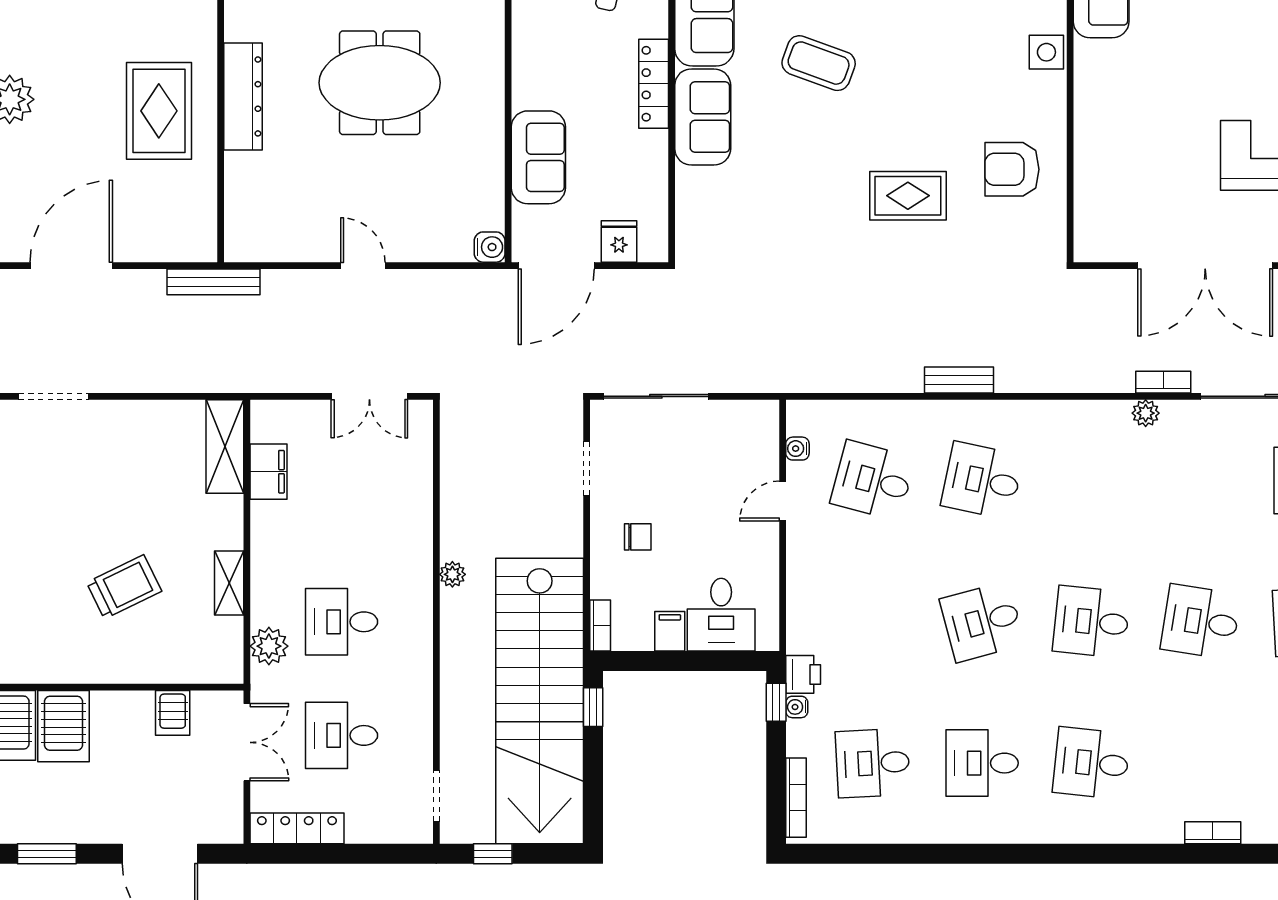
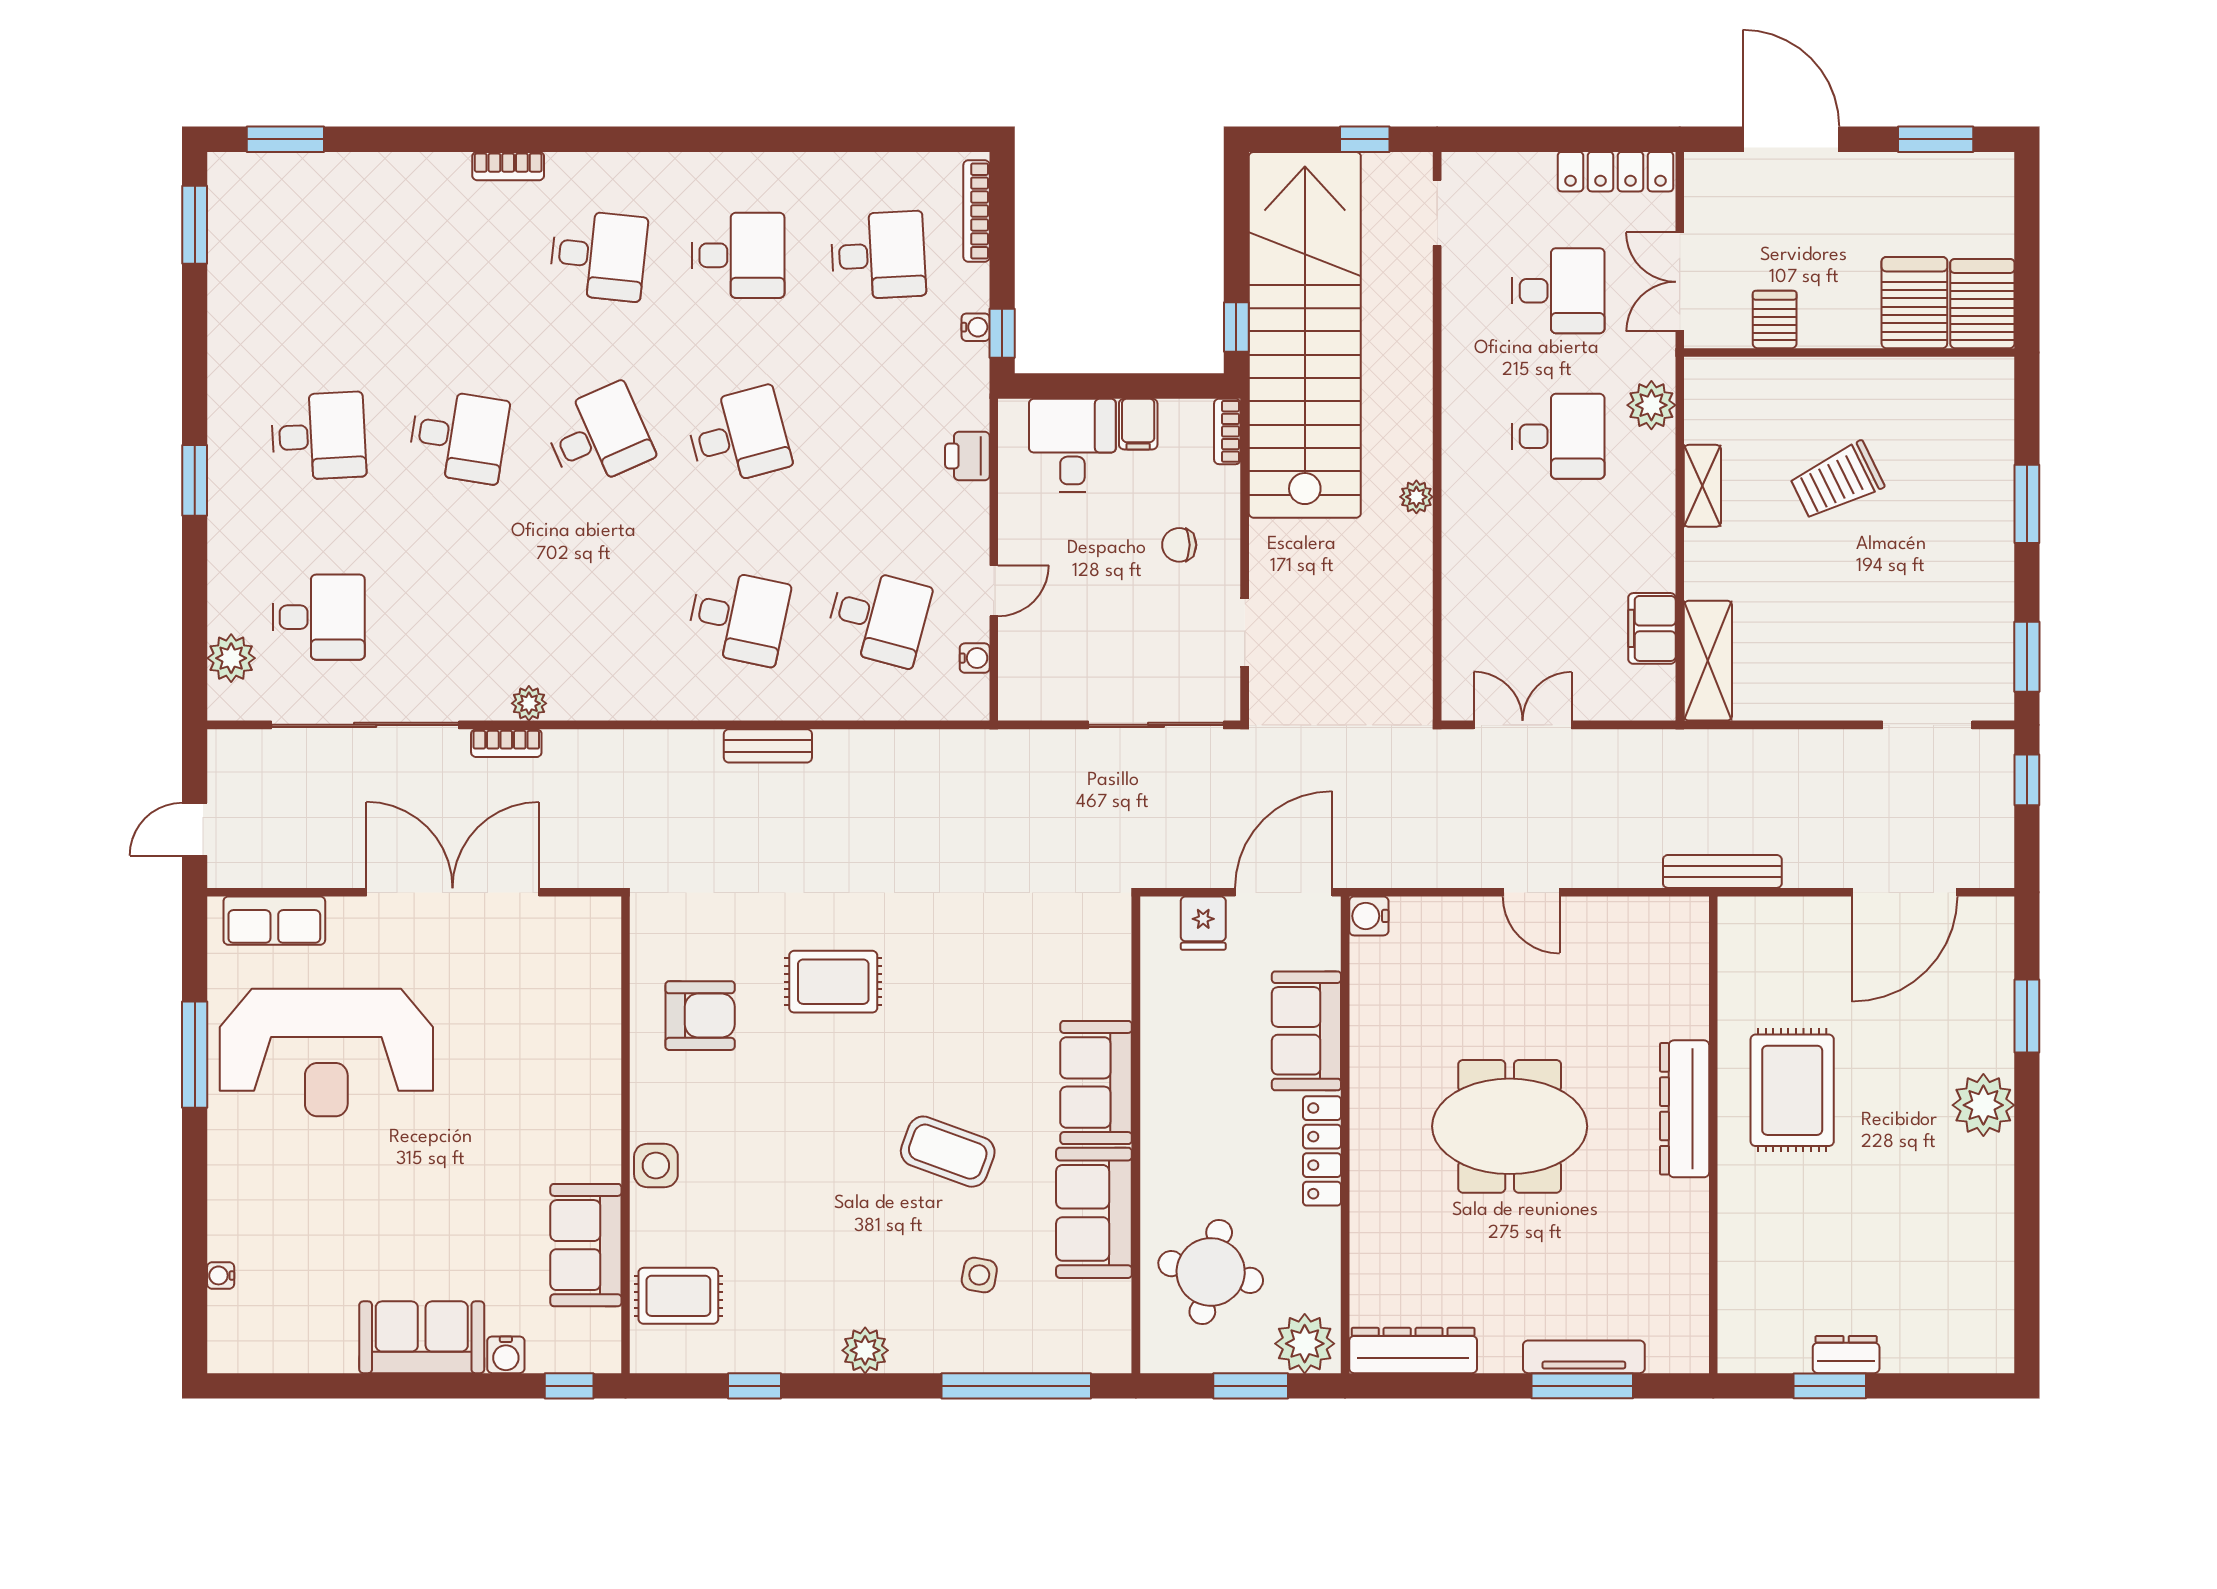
locker: (654, 84) -> (1322, 1151), moved, turned 180
desk: (1091, 622) -> (598, 436), turned -30
printer: (803, 674) -> (967, 456), moved
bookcase: (1213, 833) -> (508, 166), moved

